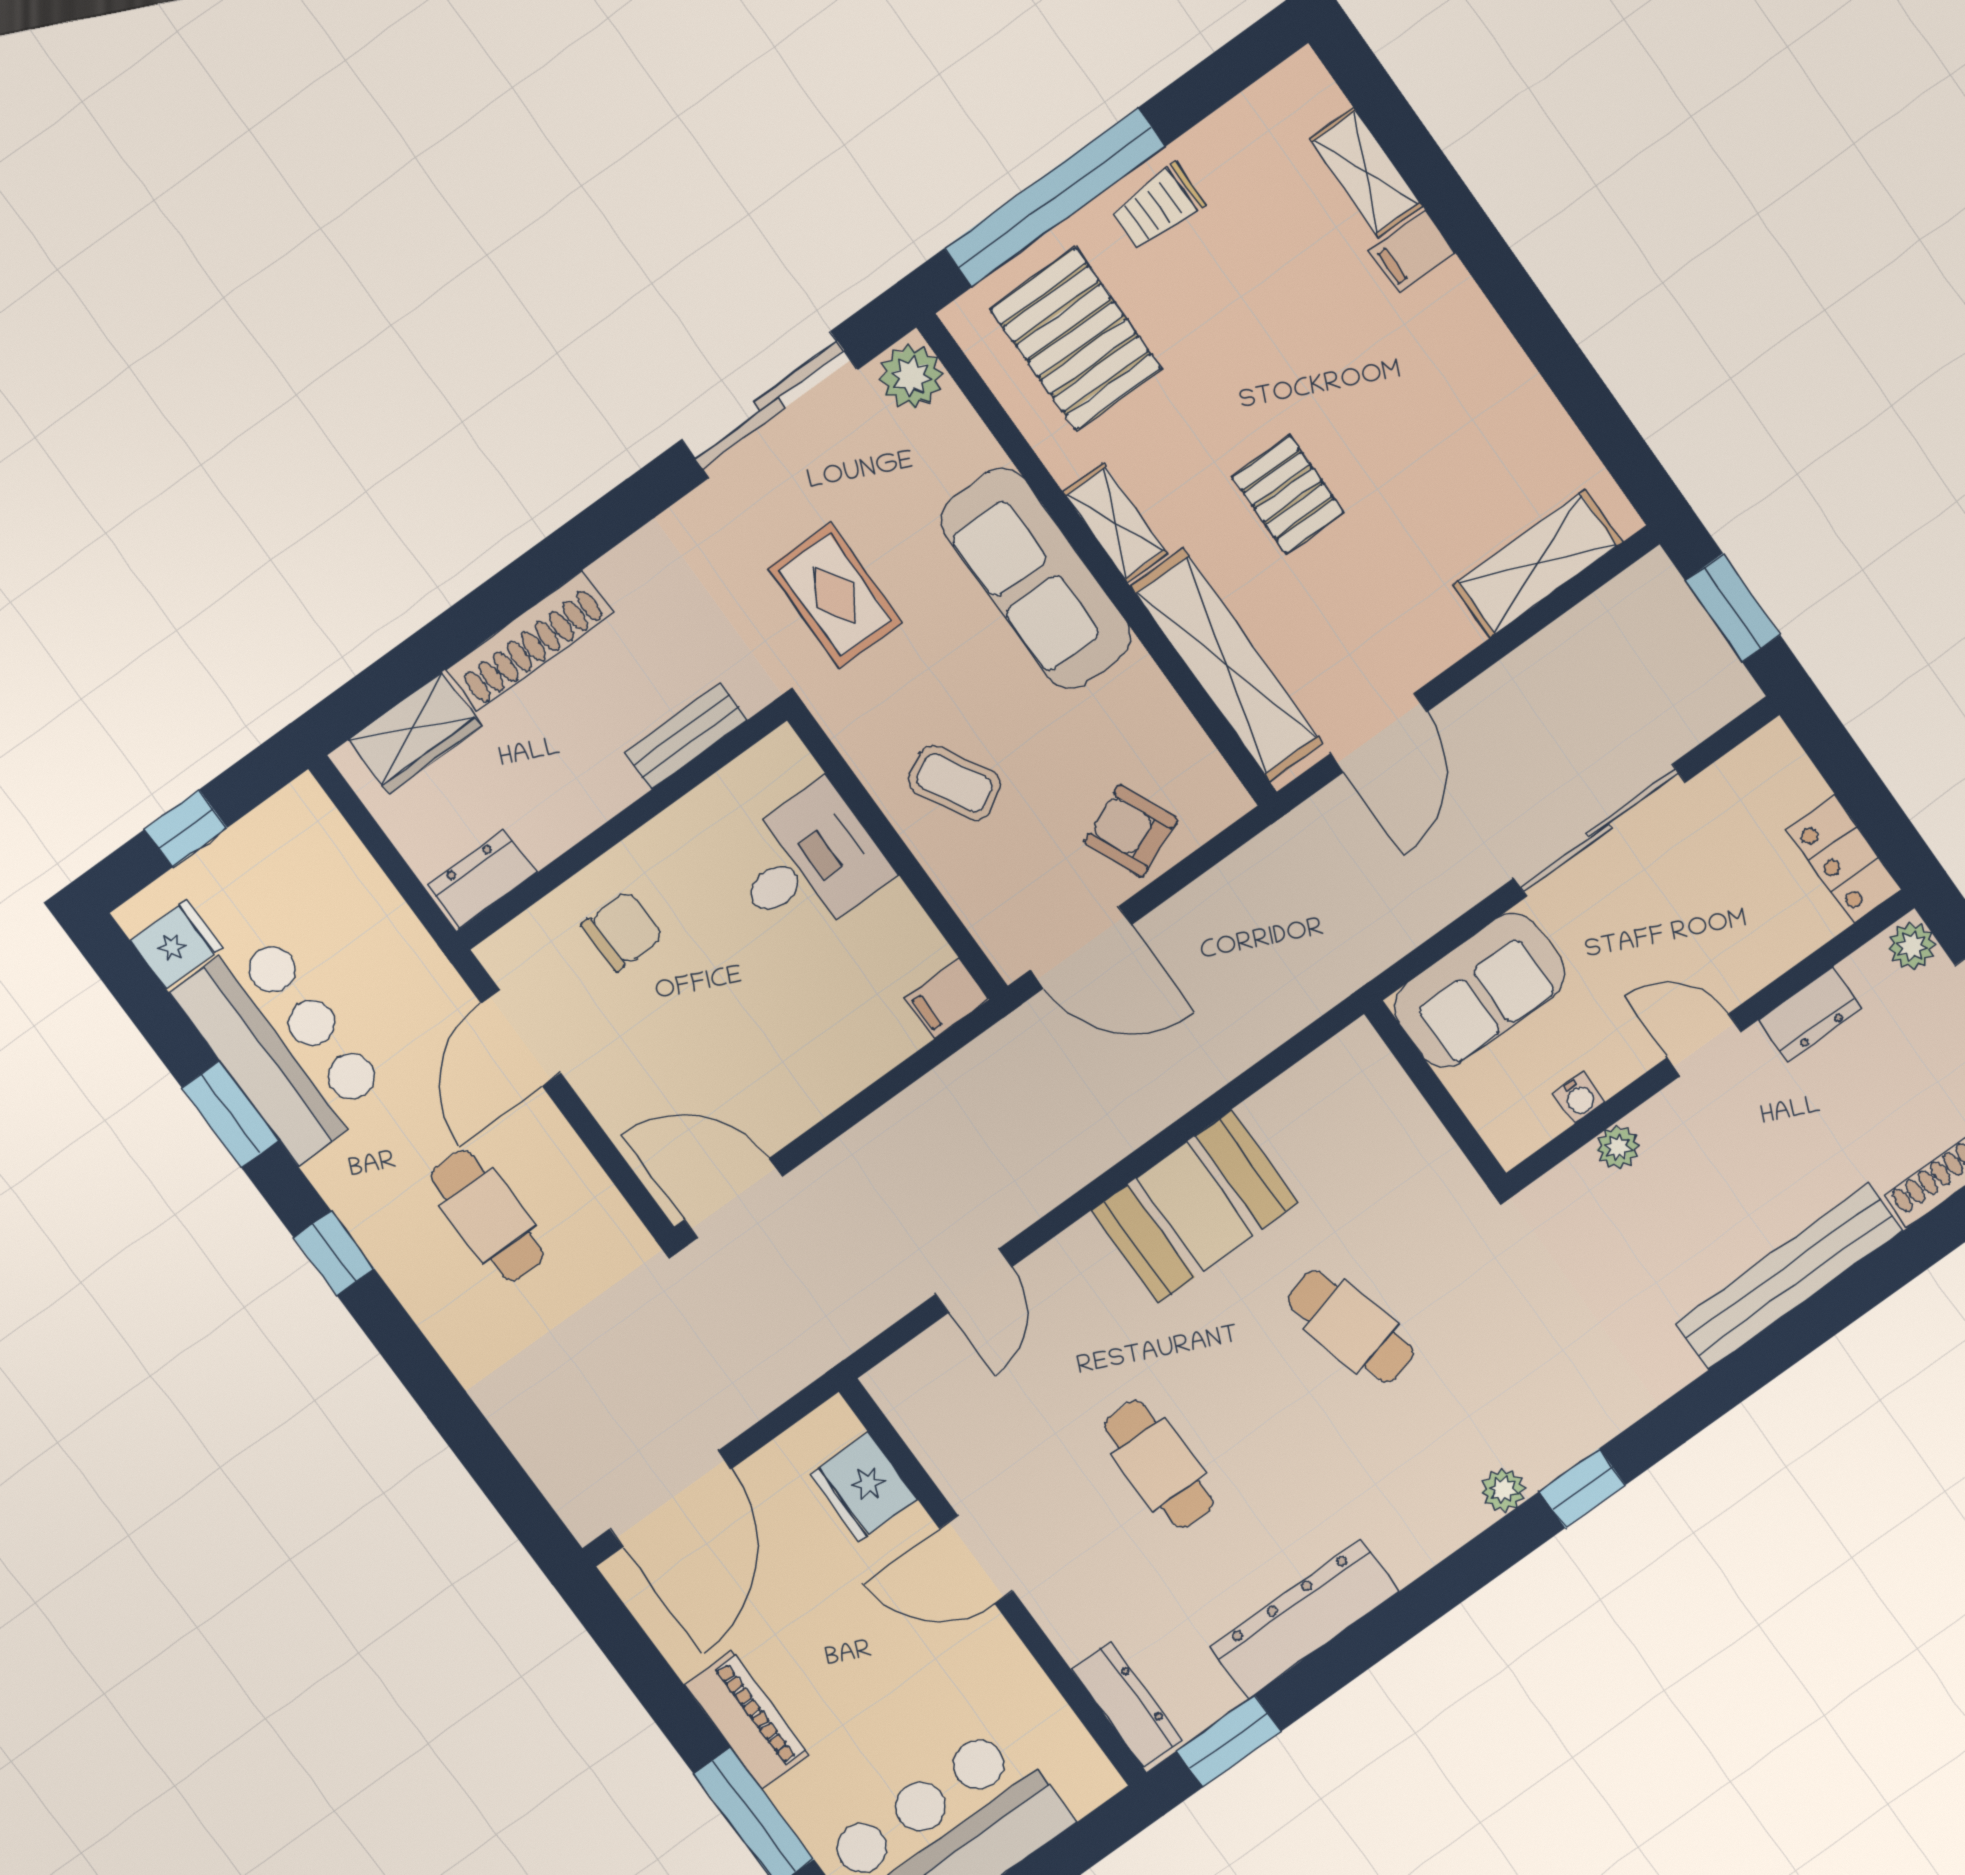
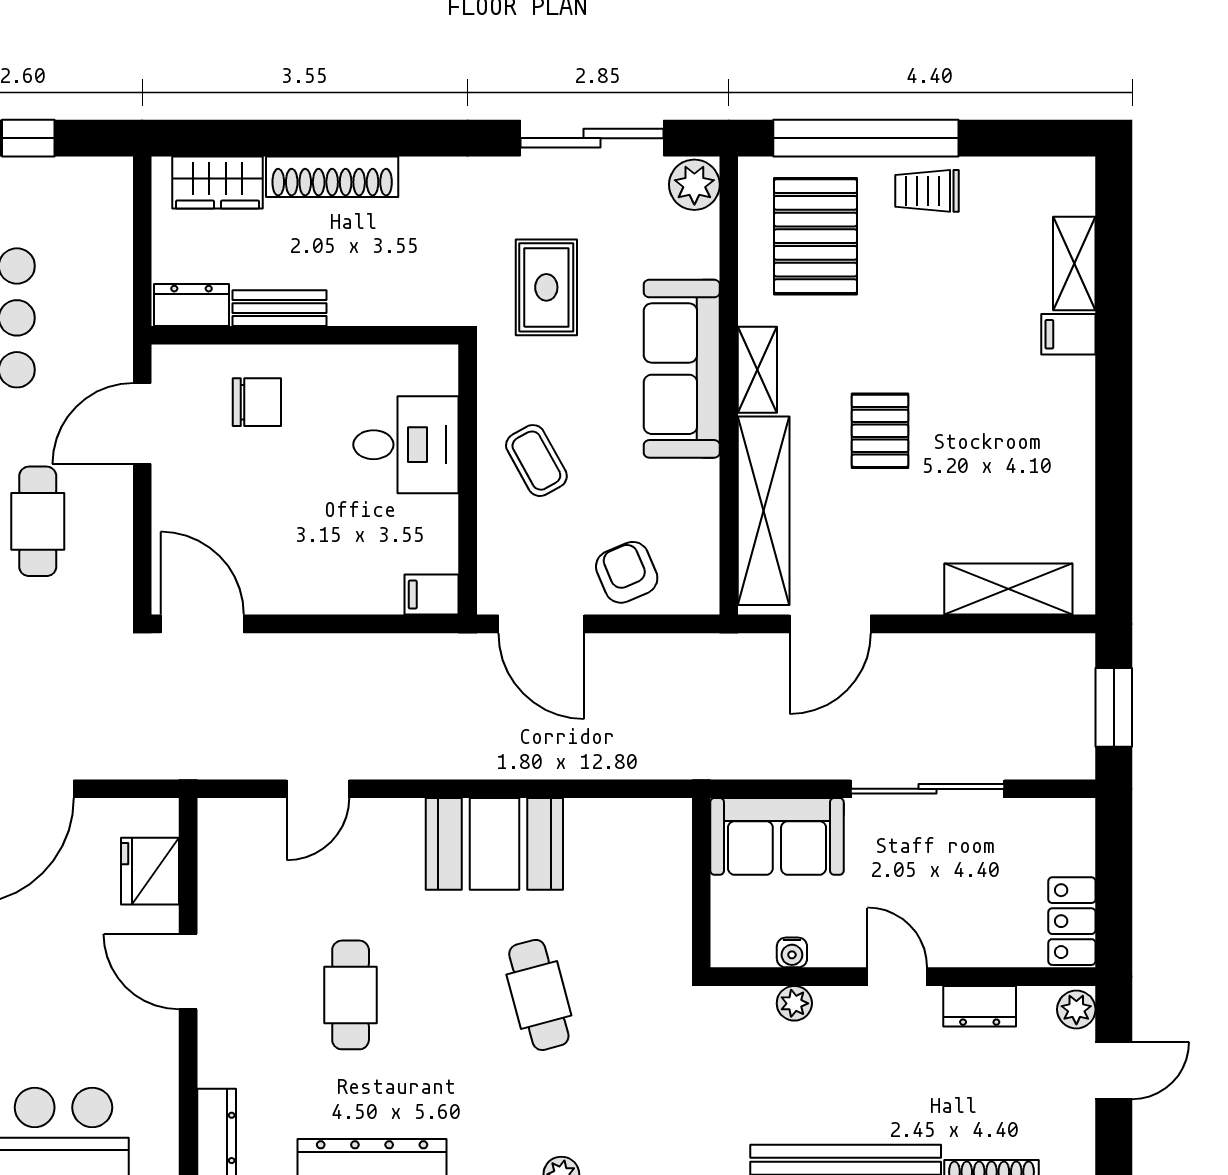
bench: (686, 736) -> (279, 308), moved

